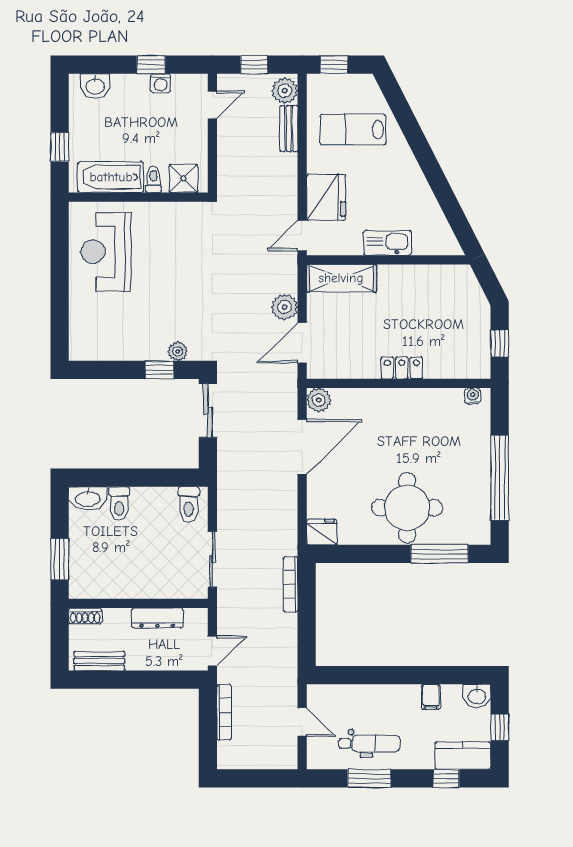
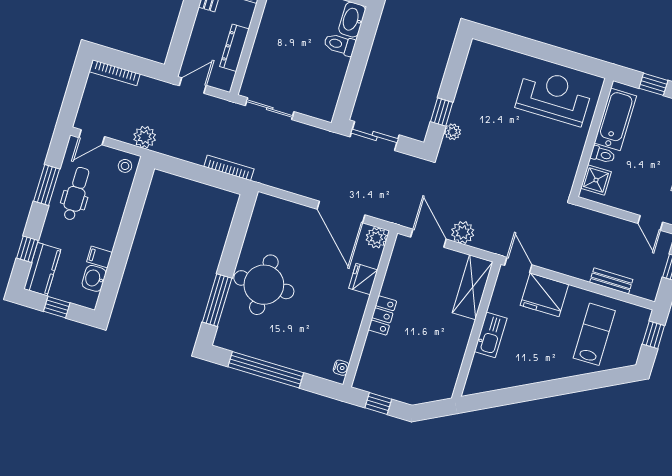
plant: (285, 91) -> (145, 137), moved
sliding door: (208, 411) -> (375, 136), moved
toilet: (189, 504) -> (322, 103), removed
fridge: (322, 532) -> (363, 279), moved, turned 180
door: (212, 651) -> (193, 86), swing flipped
washbasin: (477, 696) -> (94, 278), moved
stool: (323, 699) -> (125, 166), added
bookcase: (224, 712) -> (115, 73), moved
door: (302, 722) -> (92, 137), moved
dental chair: (369, 743) -> (76, 194), turned 180

